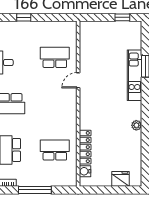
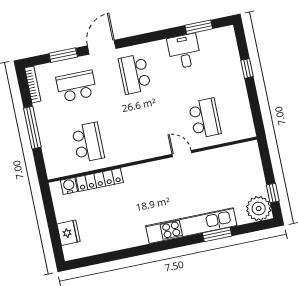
kitchen unit: (134, 75) -> (191, 226), width x1.36
plant: (136, 125) -> (259, 208), moved, width x1.87, depth x1.87

